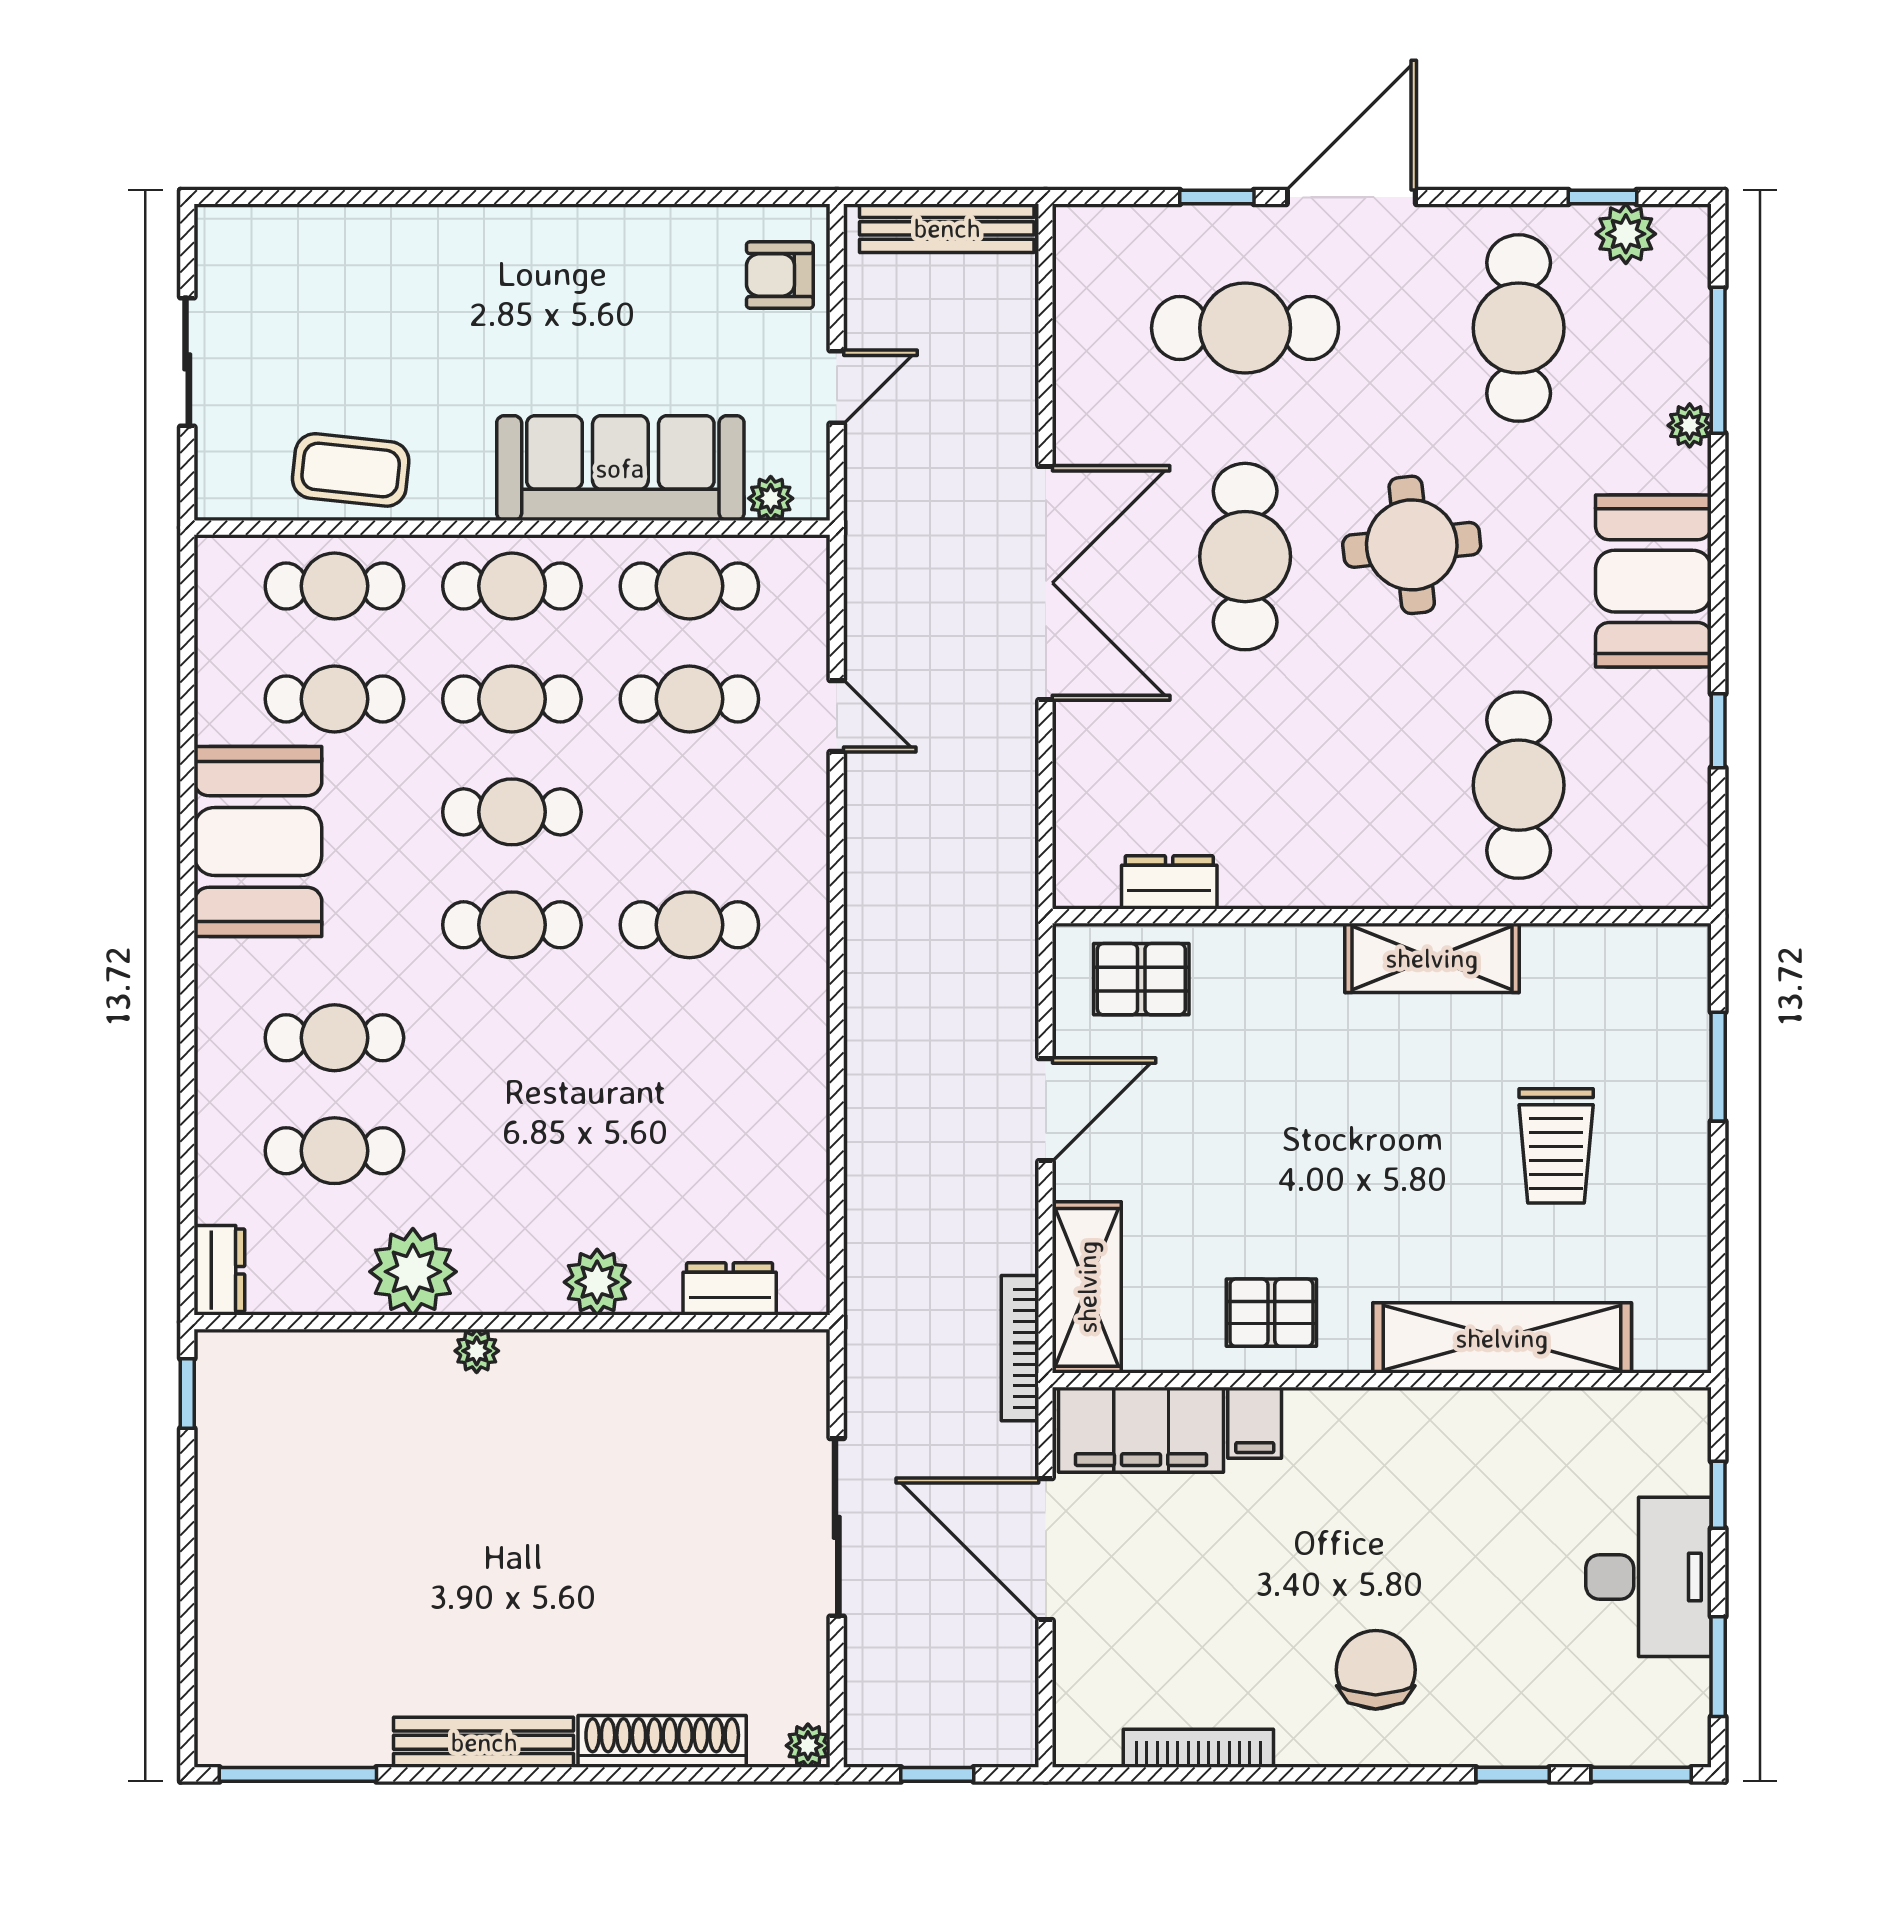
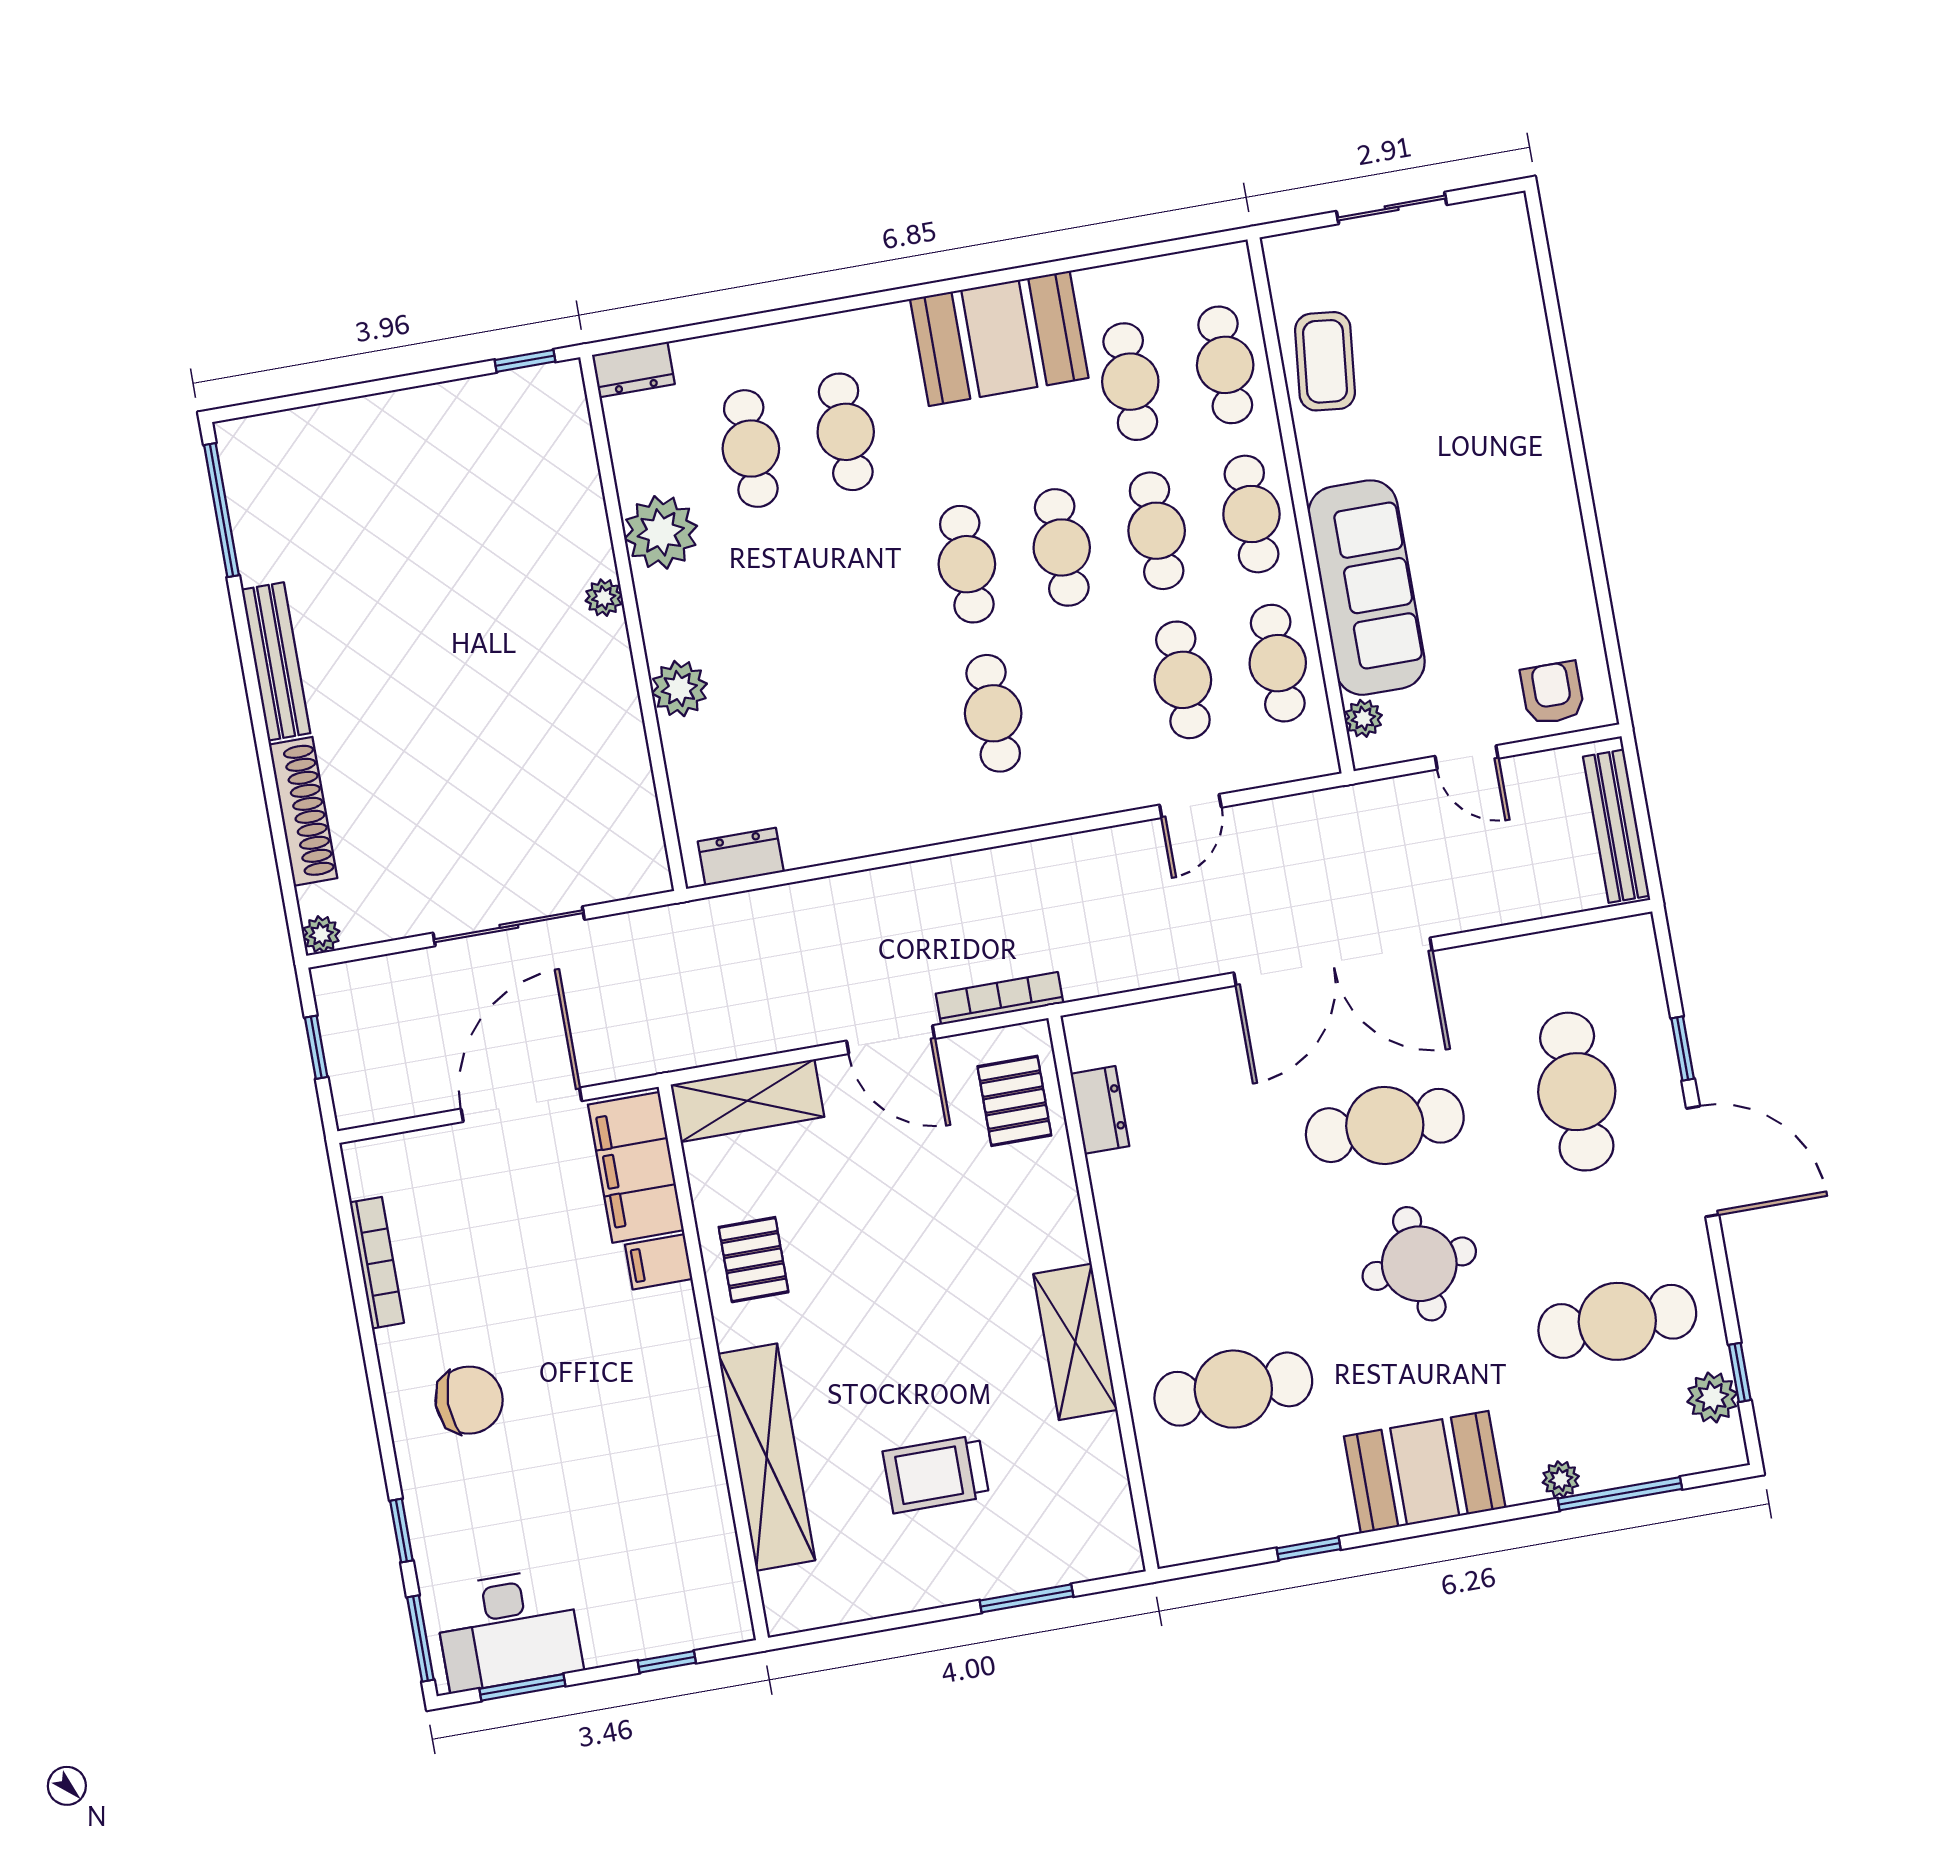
dresser: (730, 1289) -> (741, 857), moved, turned -90
bookcase: (1020, 1348) -> (1000, 998), moved
desk: (1649, 1577) -> (508, 1630), moved

